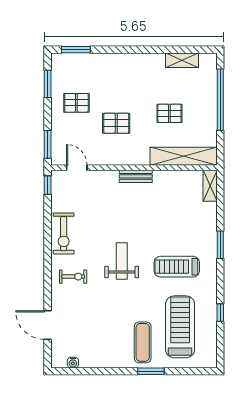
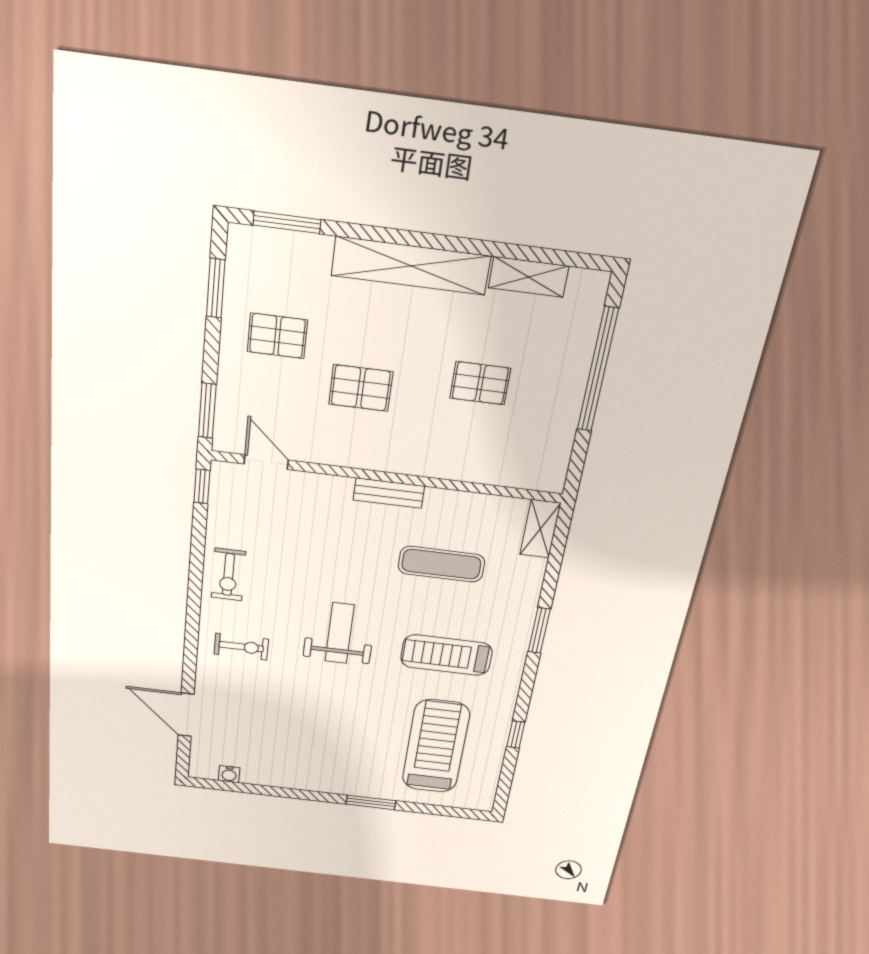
shelving: (184, 156) -> (411, 266), moved
exercise bike: (64, 234) -> (228, 575), width x0.73, depth x0.72
exercise mat: (143, 342) -> (441, 564), moved, turned 90

